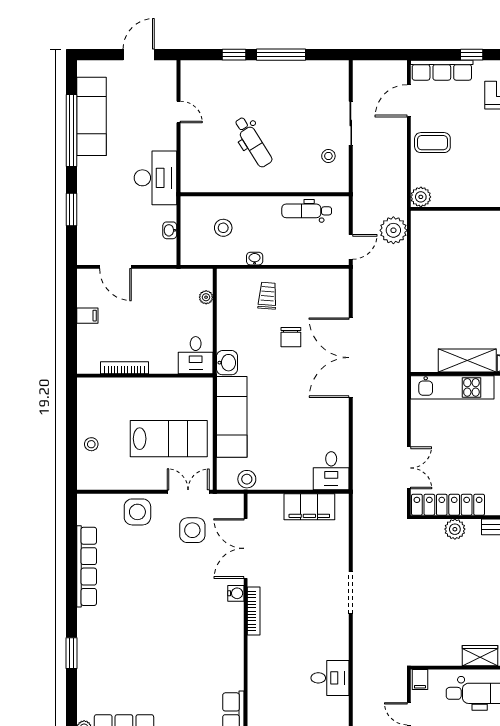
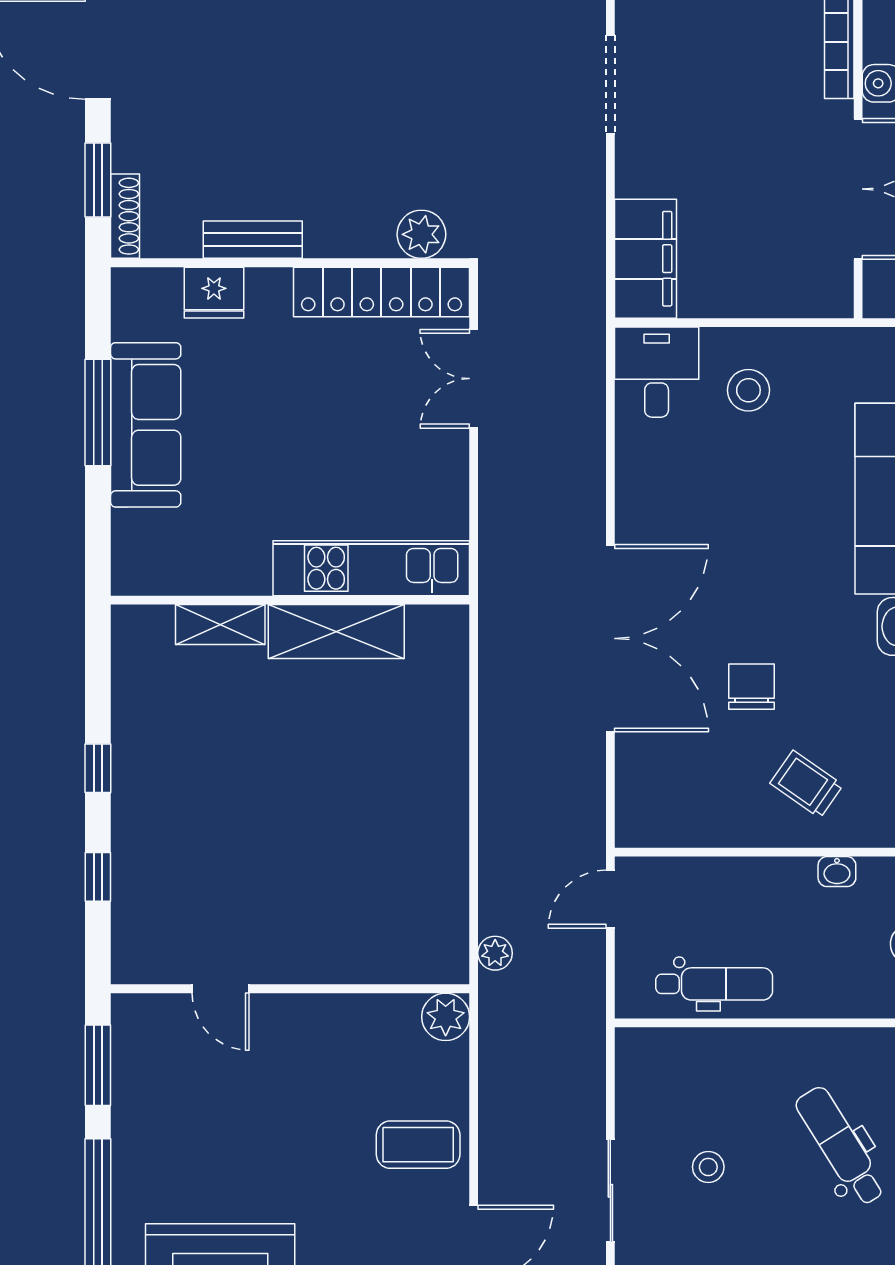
stool: (328, 156) -> (708, 1167), moved
plant: (393, 230) -> (495, 953), width x0.53, depth x0.53
trolley: (268, 296) -> (807, 784), turned 121
stool: (247, 479) -> (748, 390), moved
filing cabinet: (309, 507) -> (646, 259), moved, turned 90
plant: (455, 529) -> (421, 234), moved

